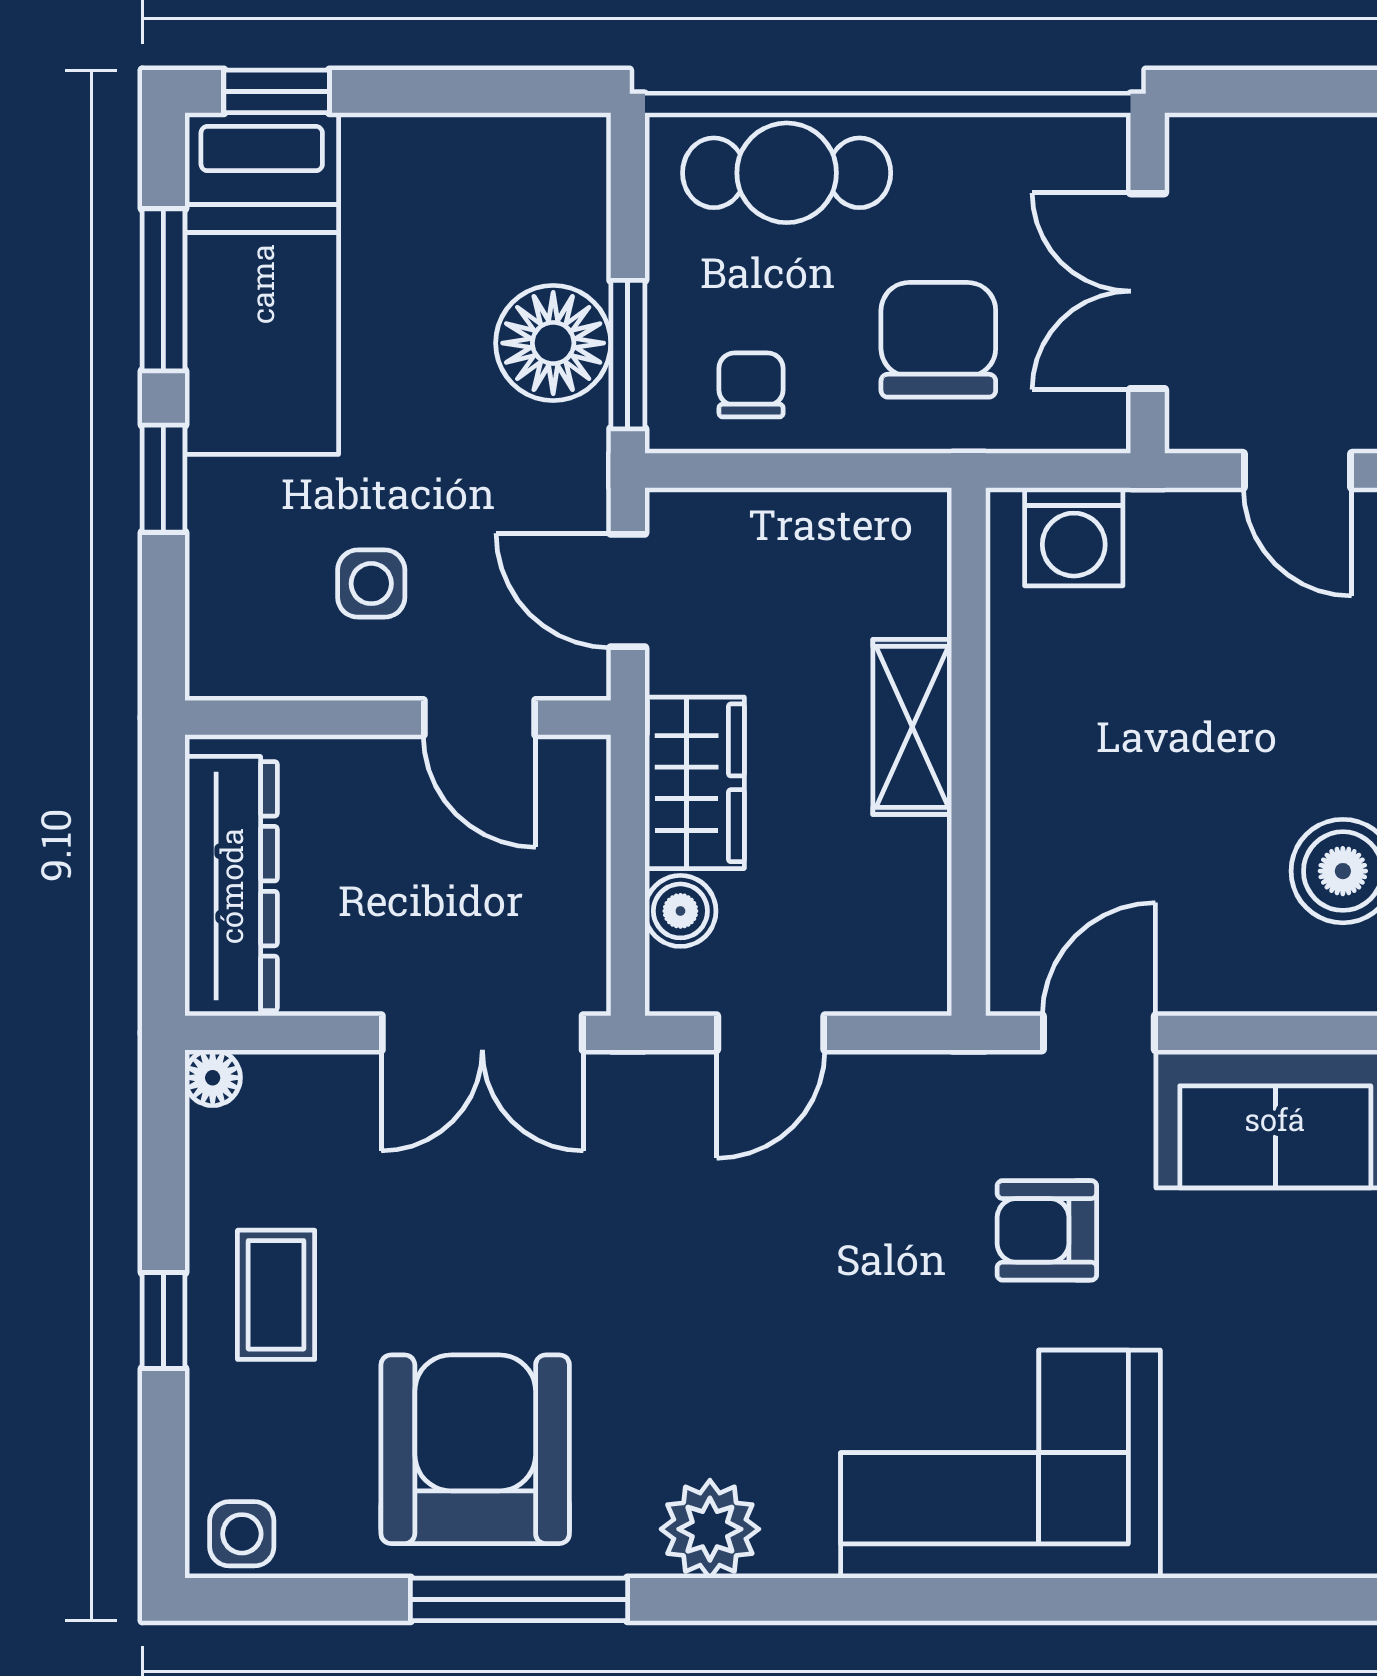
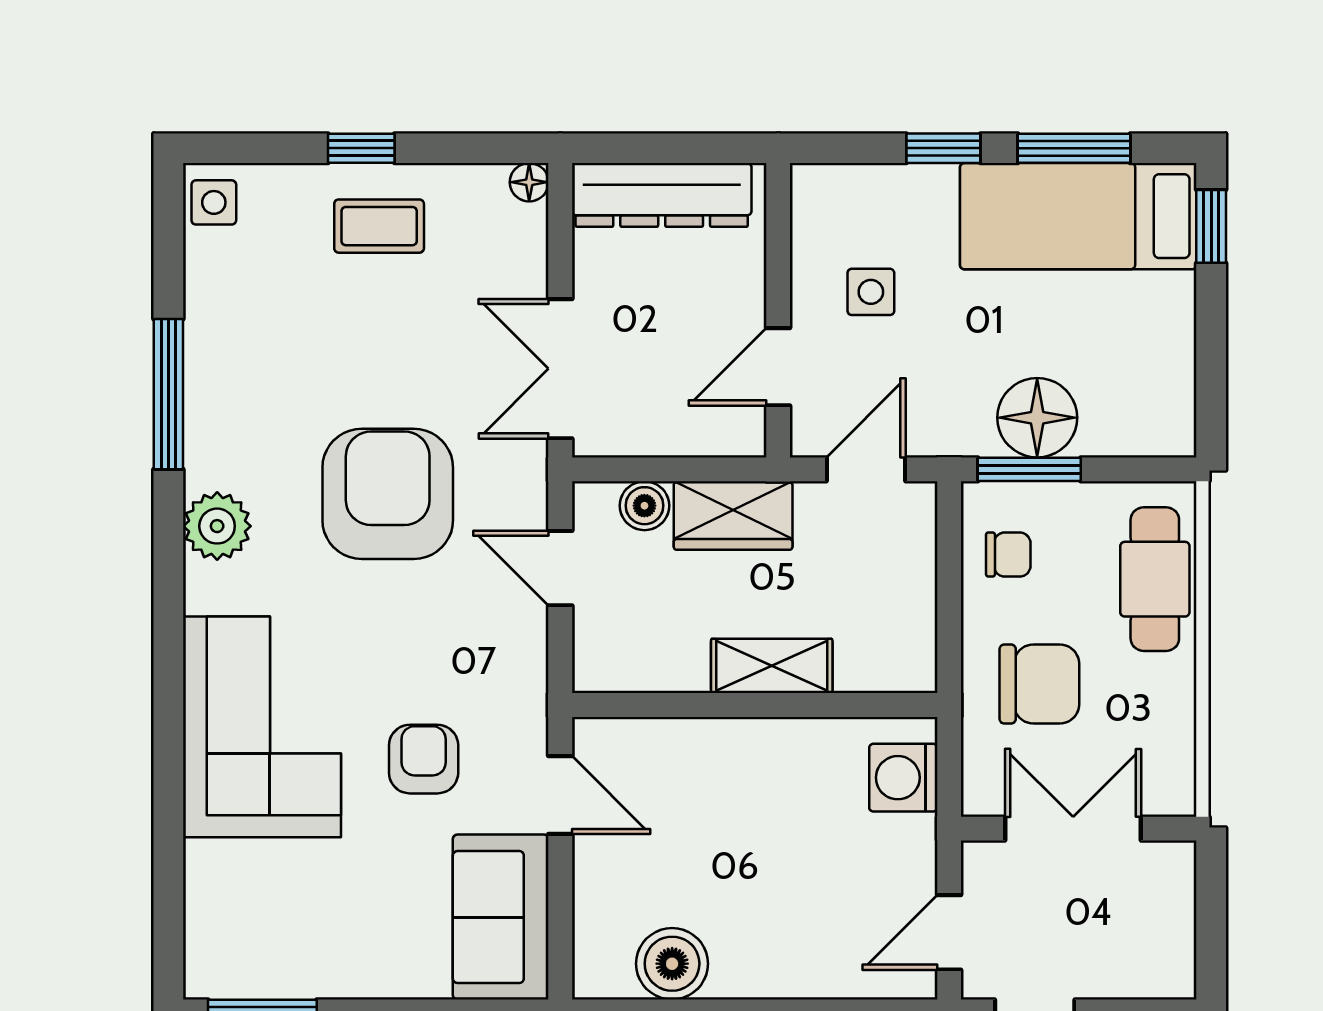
armchair: (475, 1449) -> (388, 494), moved, turned -90

